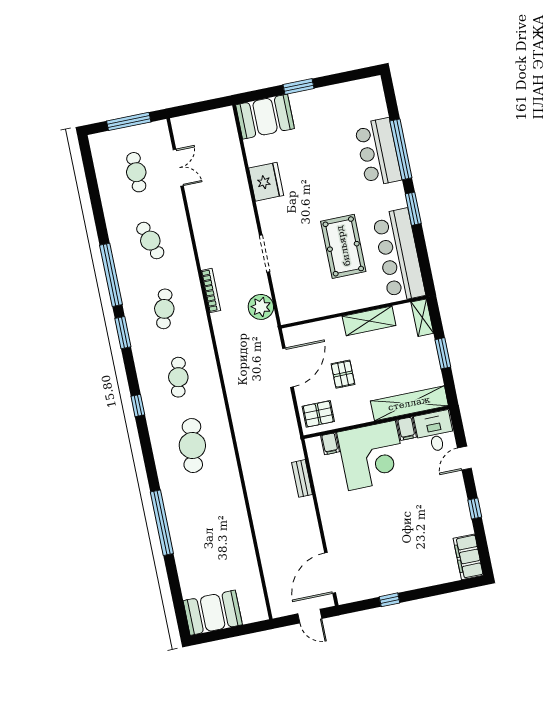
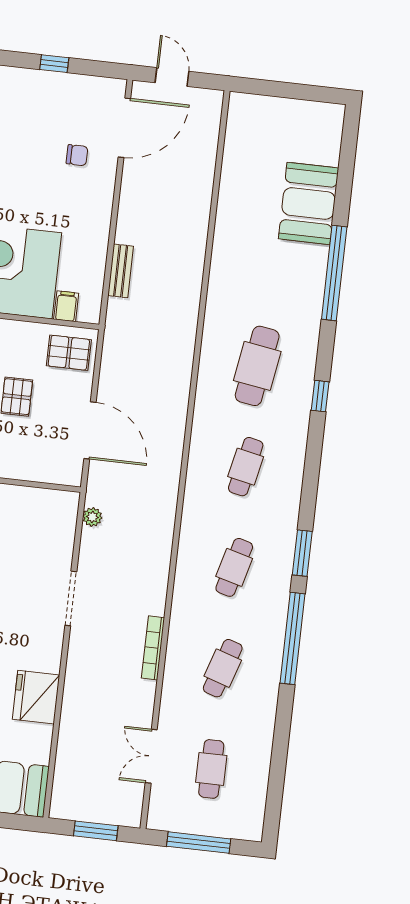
window: (199, 107) -> (96, 831), added
cafe table: (150, 241) -> (223, 668), turned 36
bookcase: (211, 290) -> (153, 648), moved
plant: (261, 307) -> (92, 517), width x0.53, depth x0.53
door: (288, 368) -> (90, 430), swing flipped
window: (138, 405) -> (320, 396), moved
chair: (355, 545) -> (77, 155), added
booth: (213, 613) -> (309, 203), moved, turned 90

